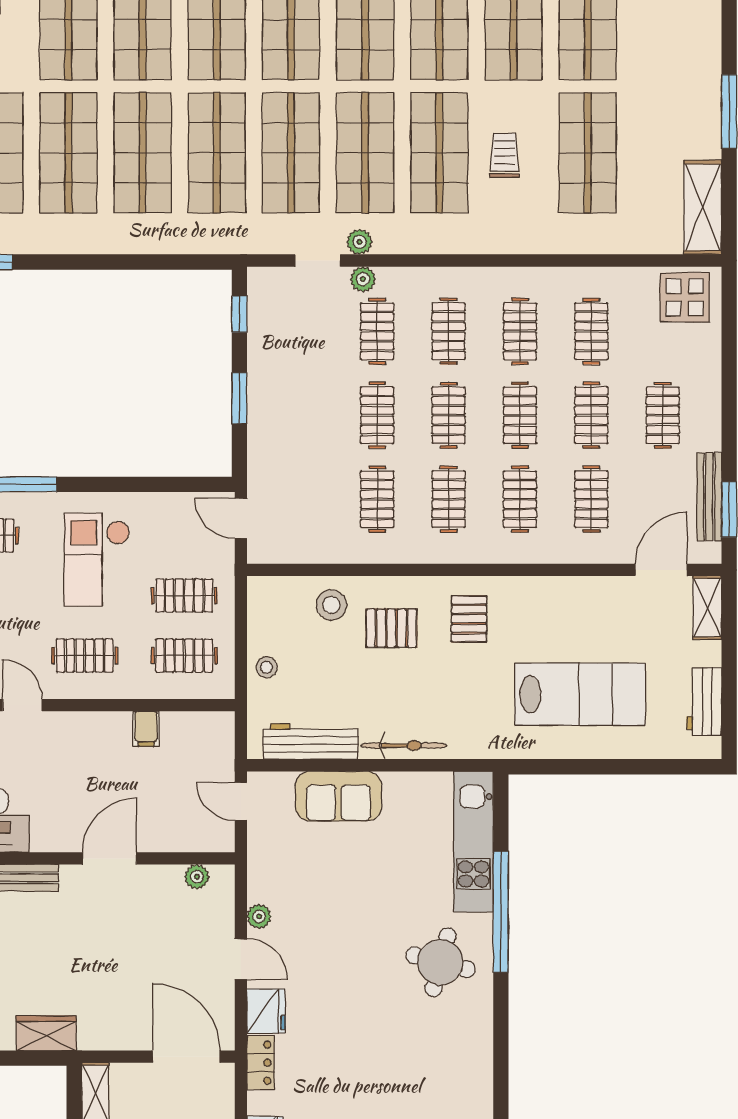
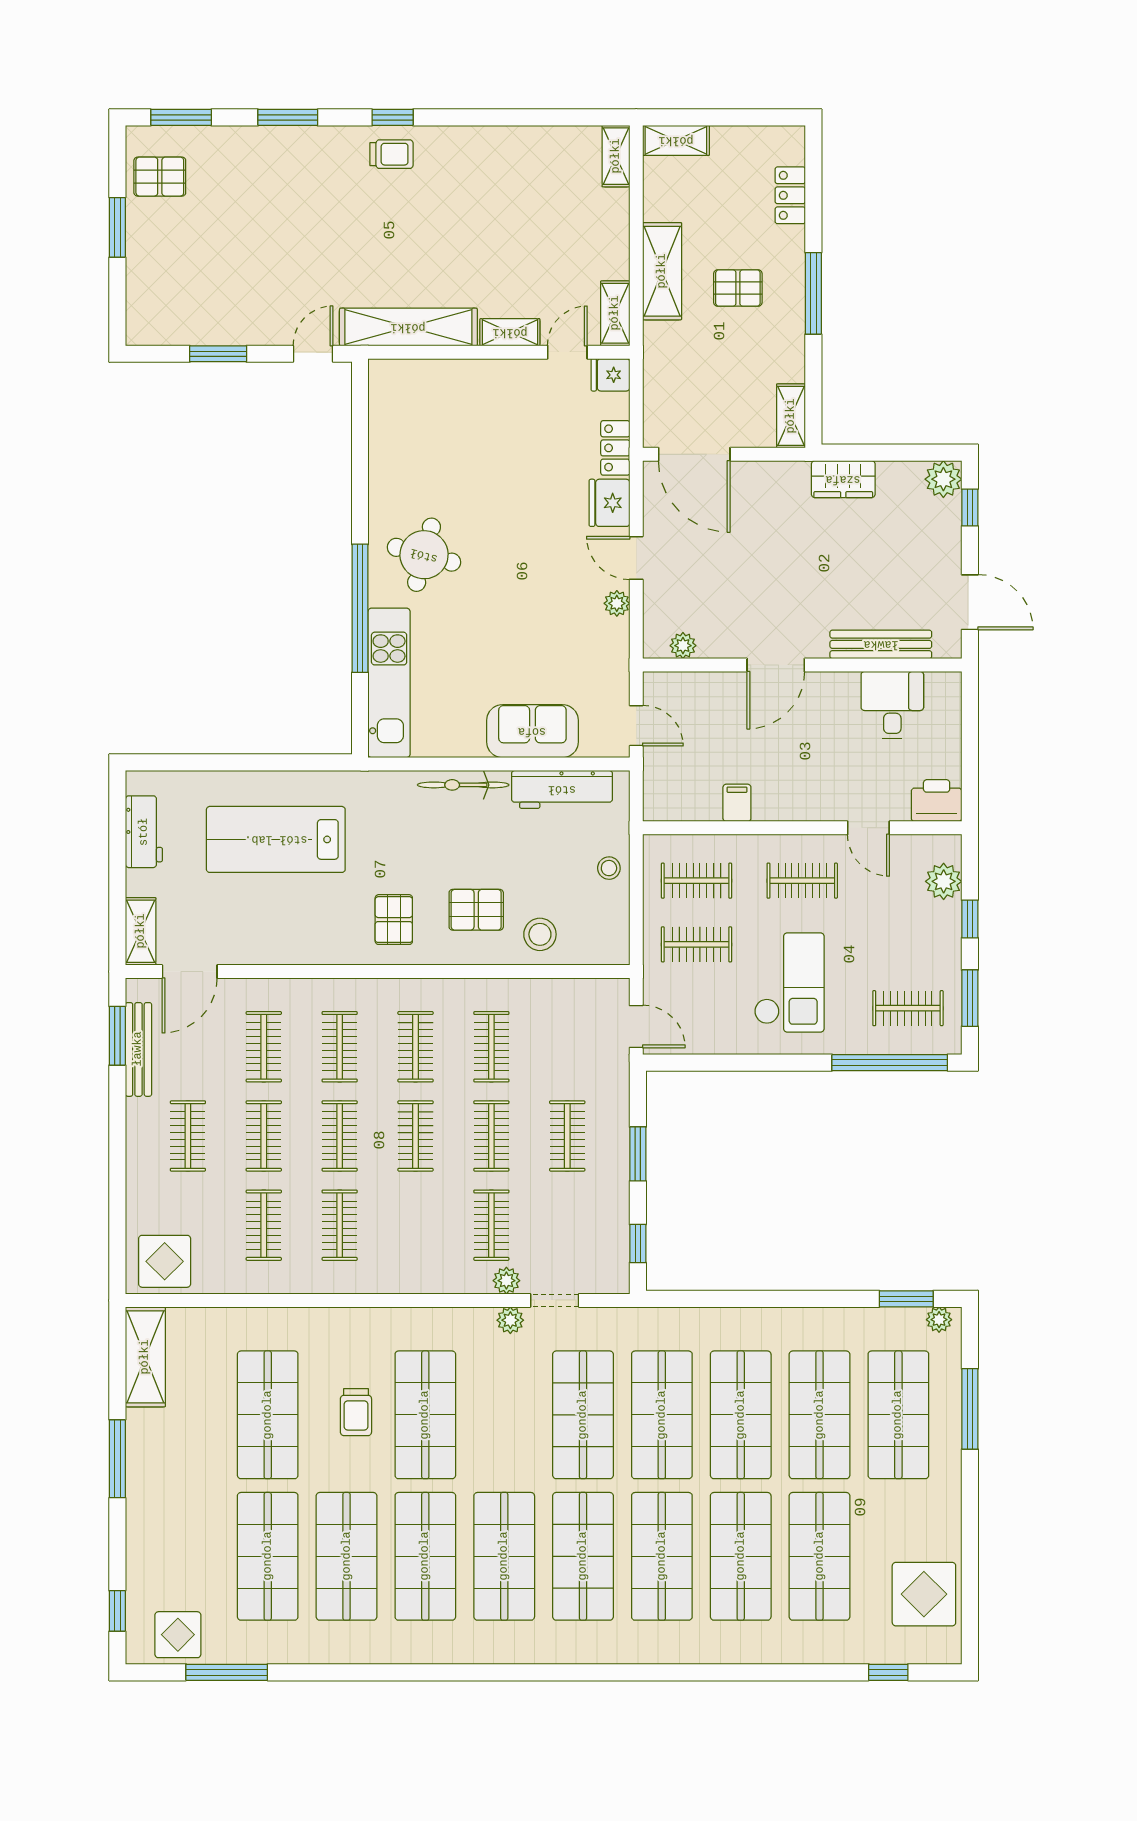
shop shelf: (365, 153) -> (504, 1415), removed
clothes rail: (449, 331) -> (567, 1136), moved

